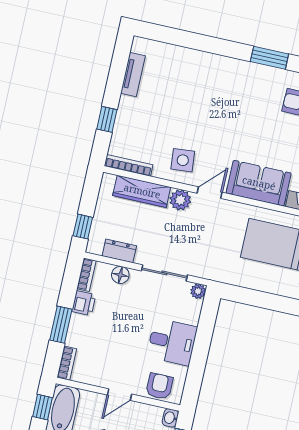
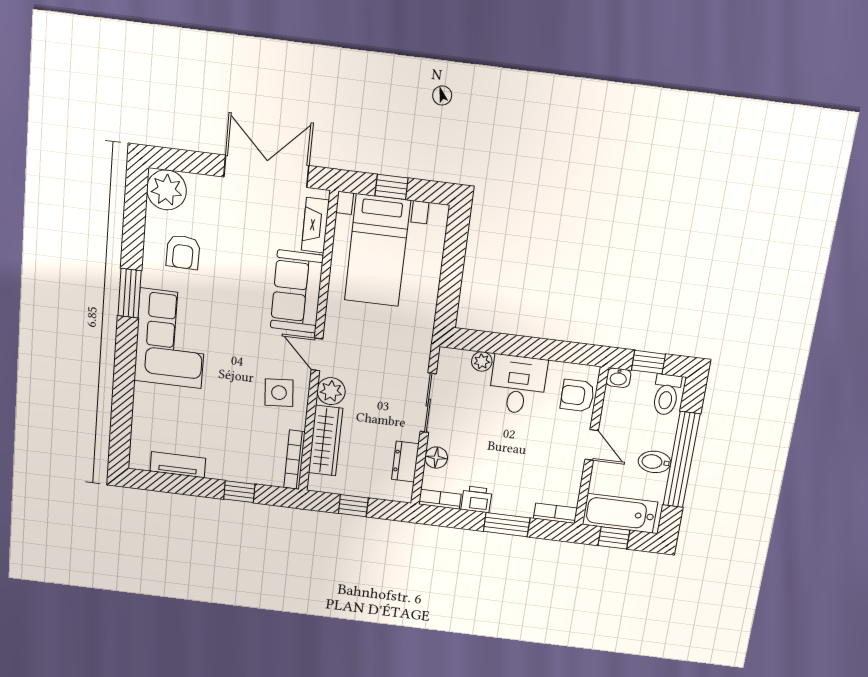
corner sofa: (232, 84) -> (171, 339), added
window: (83, 227) -> (353, 506), moved
plant: (198, 291) -> (482, 361), moved

